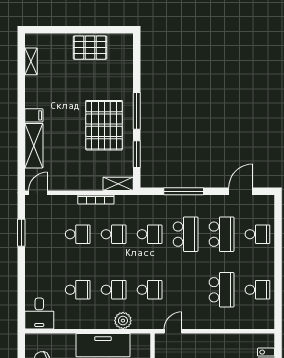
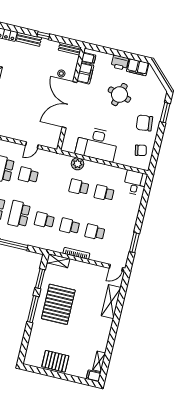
filing cabinet: (34, 115) -> (94, 376), moved
school desk: (150, 290) -> (28, 175), moved
door: (173, 331) -> (32, 145), moved

